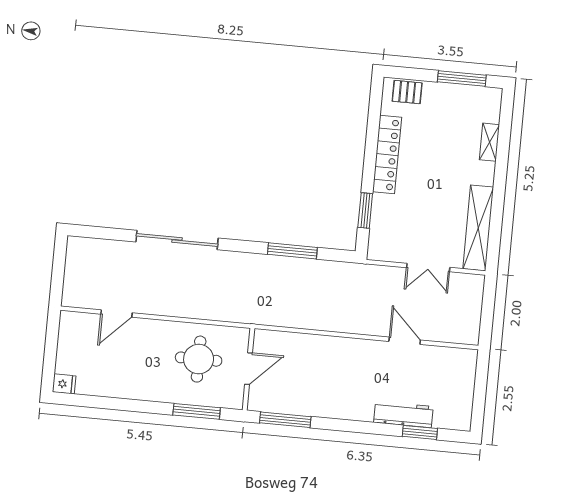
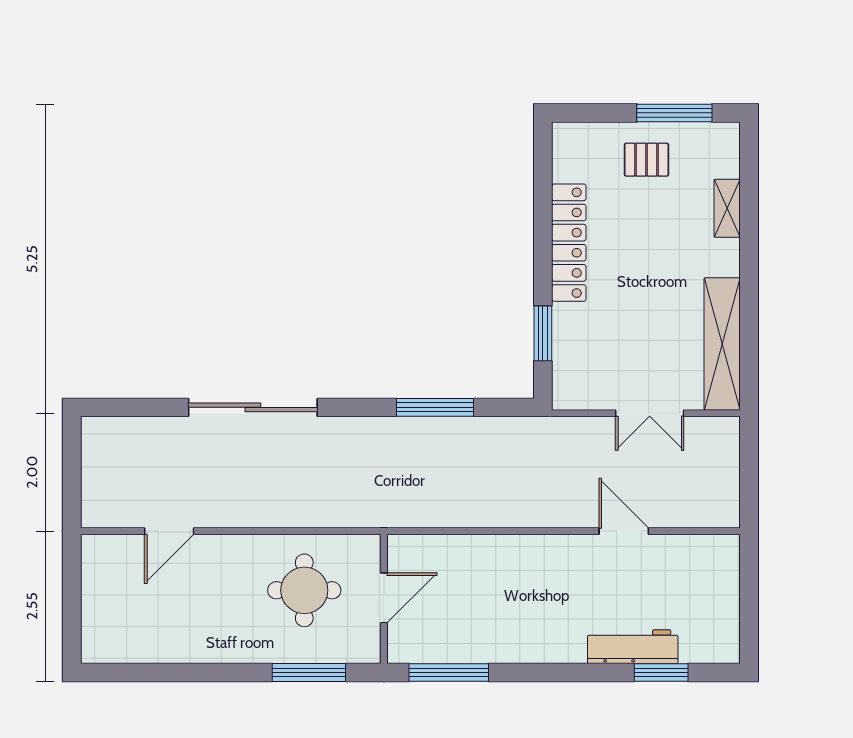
pallet: (407, 92) -> (646, 160), moved
fridge: (64, 384) -> (98, 649), removed

